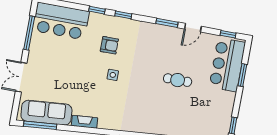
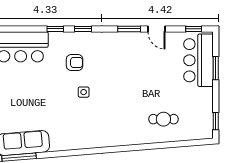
door: (193, 28) -> (157, 29), hinge flipped
cafe table: (178, 80) -> (163, 119), moved
fireplace: (84, 122) -> (63, 145), removed

